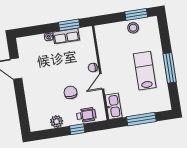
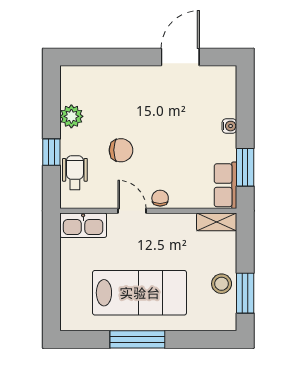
shelving: (101, 35) -> (217, 222), added
row of seats: (66, 36) -> (226, 185), moved
lab bench: (145, 71) -> (140, 293), width x1.36, depth x1.39
wheelchair: (86, 115) -> (75, 173), turned 180
window: (141, 119) -> (51, 272), removed

